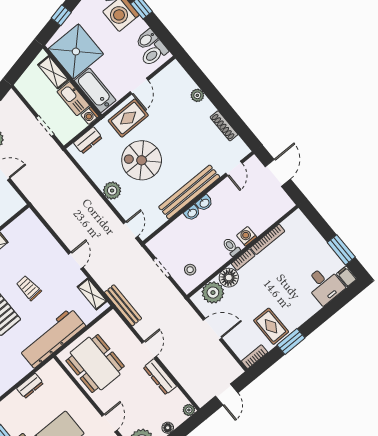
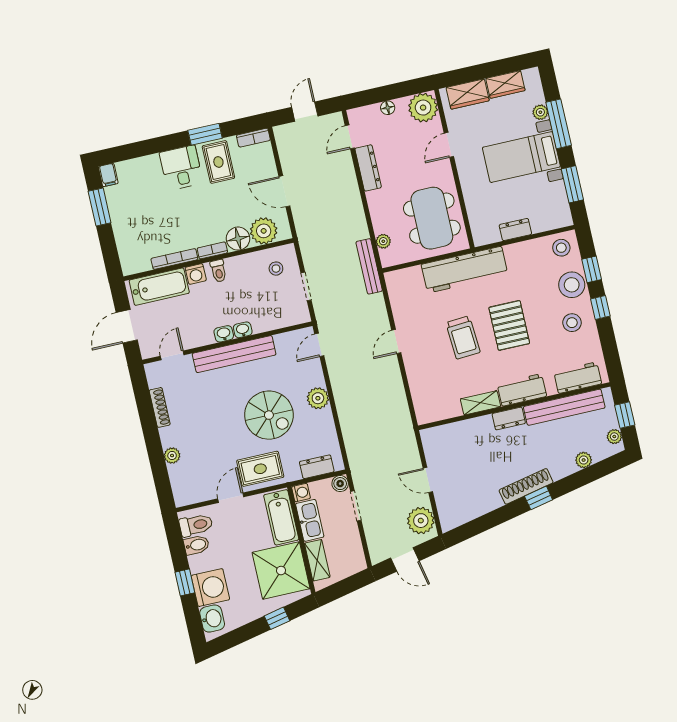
boiler: (65, 137) -> (340, 484), added
bathtub: (269, 214) -> (159, 287), added
desk: (324, 285) -> (181, 168), moved
trolley: (29, 288) -> (463, 337), width x1.36, depth x1.39
shelving: (92, 294) -> (397, 296), removed
door: (149, 350) -> (350, 137), moved
plant: (189, 410) -> (383, 241), moved

